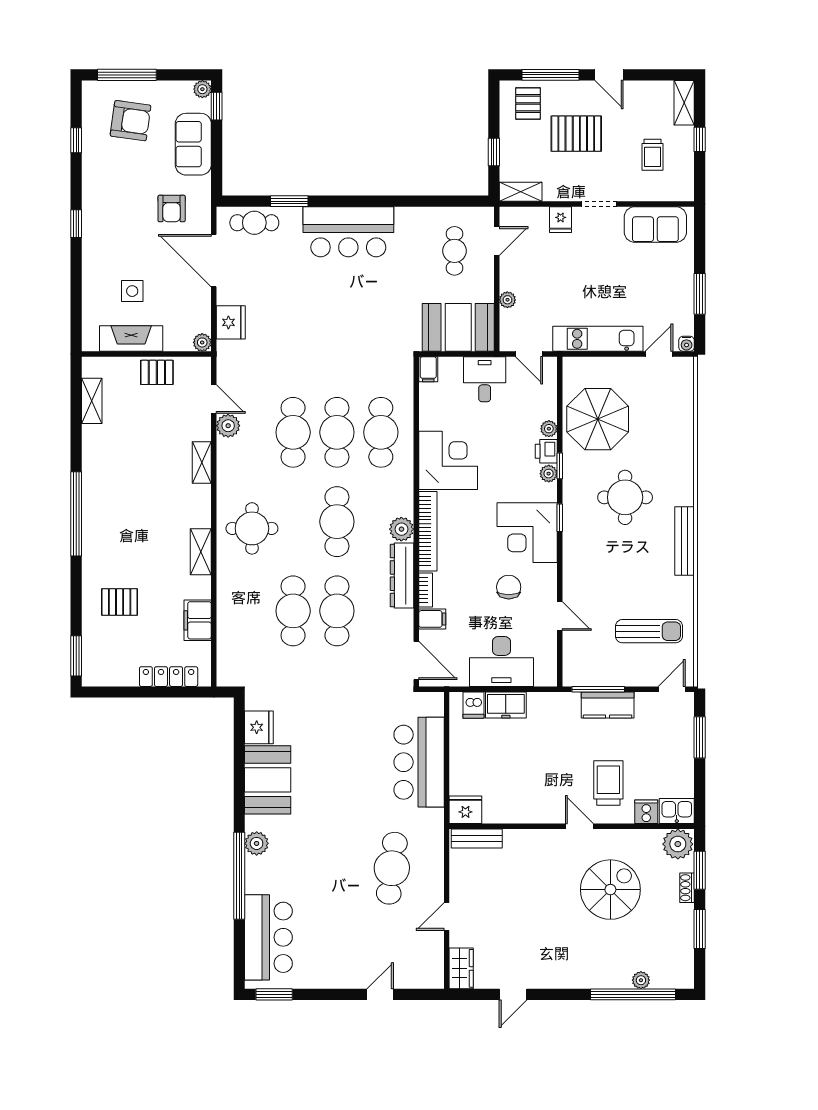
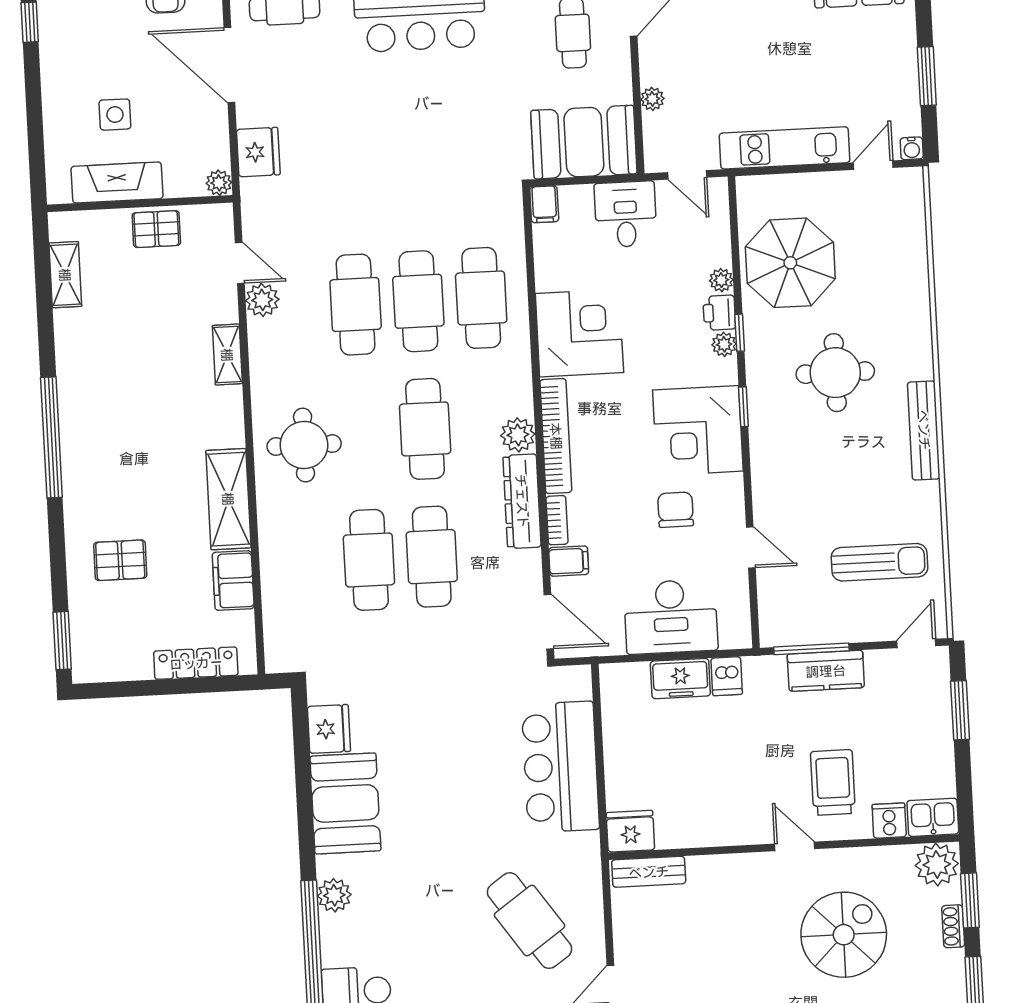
shelving: (201, 552) -> (228, 499), width x1.50, depth x1.33
dishwasher: (473, 705) -> (727, 676), moved
cafe table: (392, 868) -> (530, 921), turned -42

